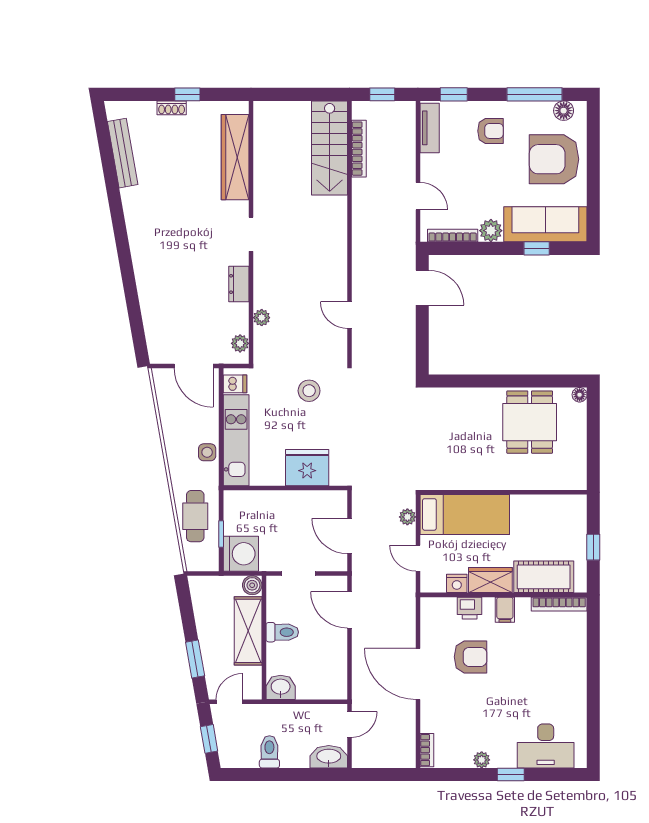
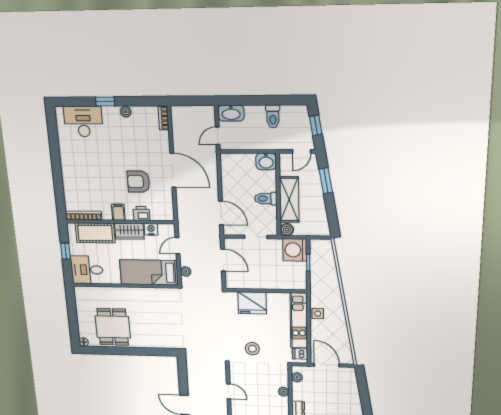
cafe table: (195, 516) -> (326, 274), removed
desk: (562, 517) -> (87, 270), added
door: (418, 558) -> (177, 246), swing flipped

